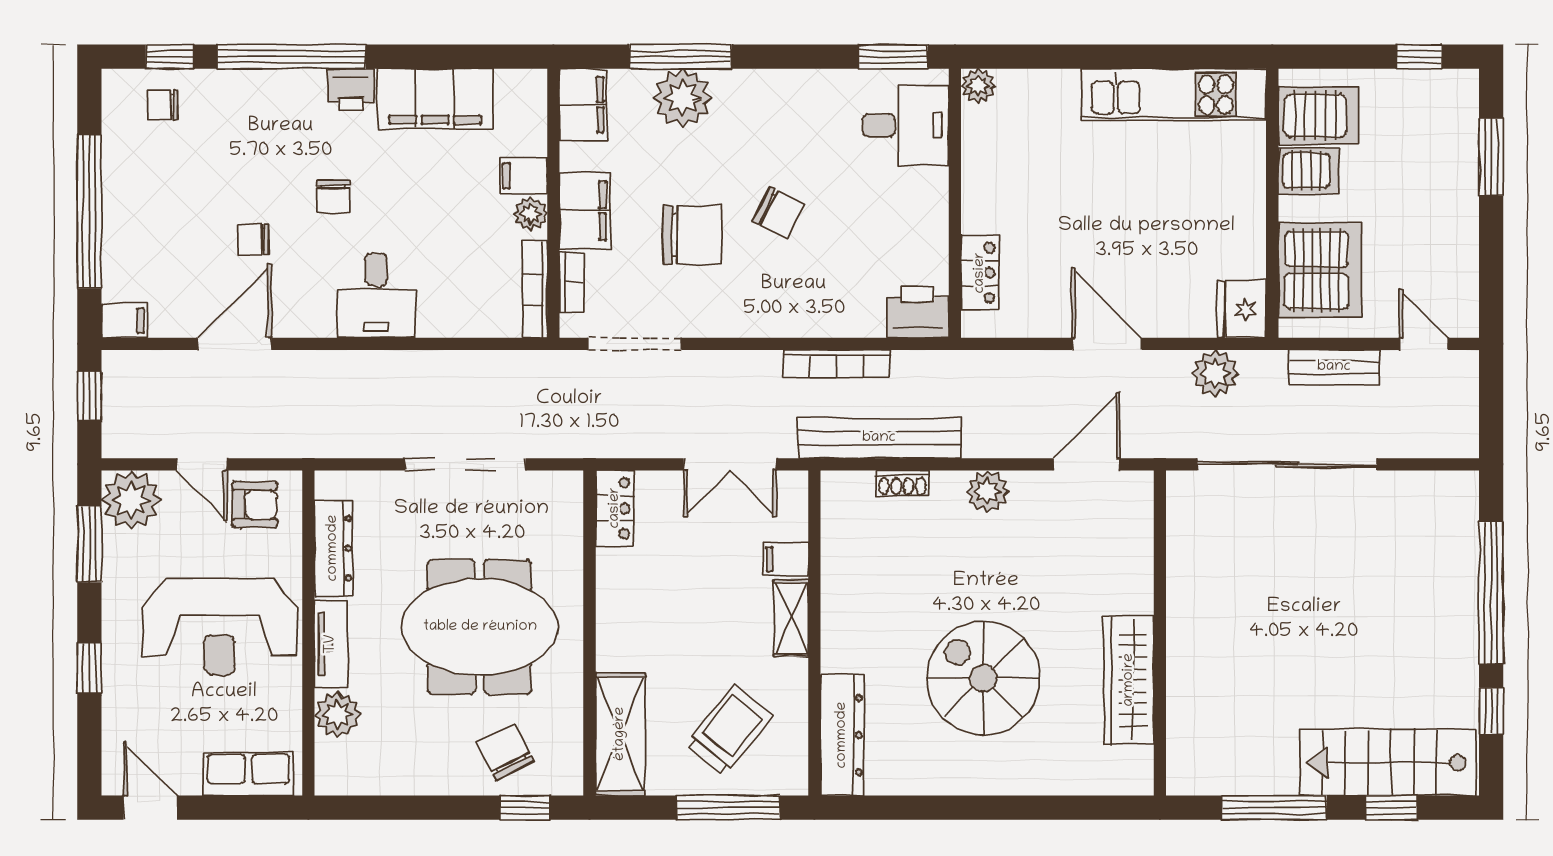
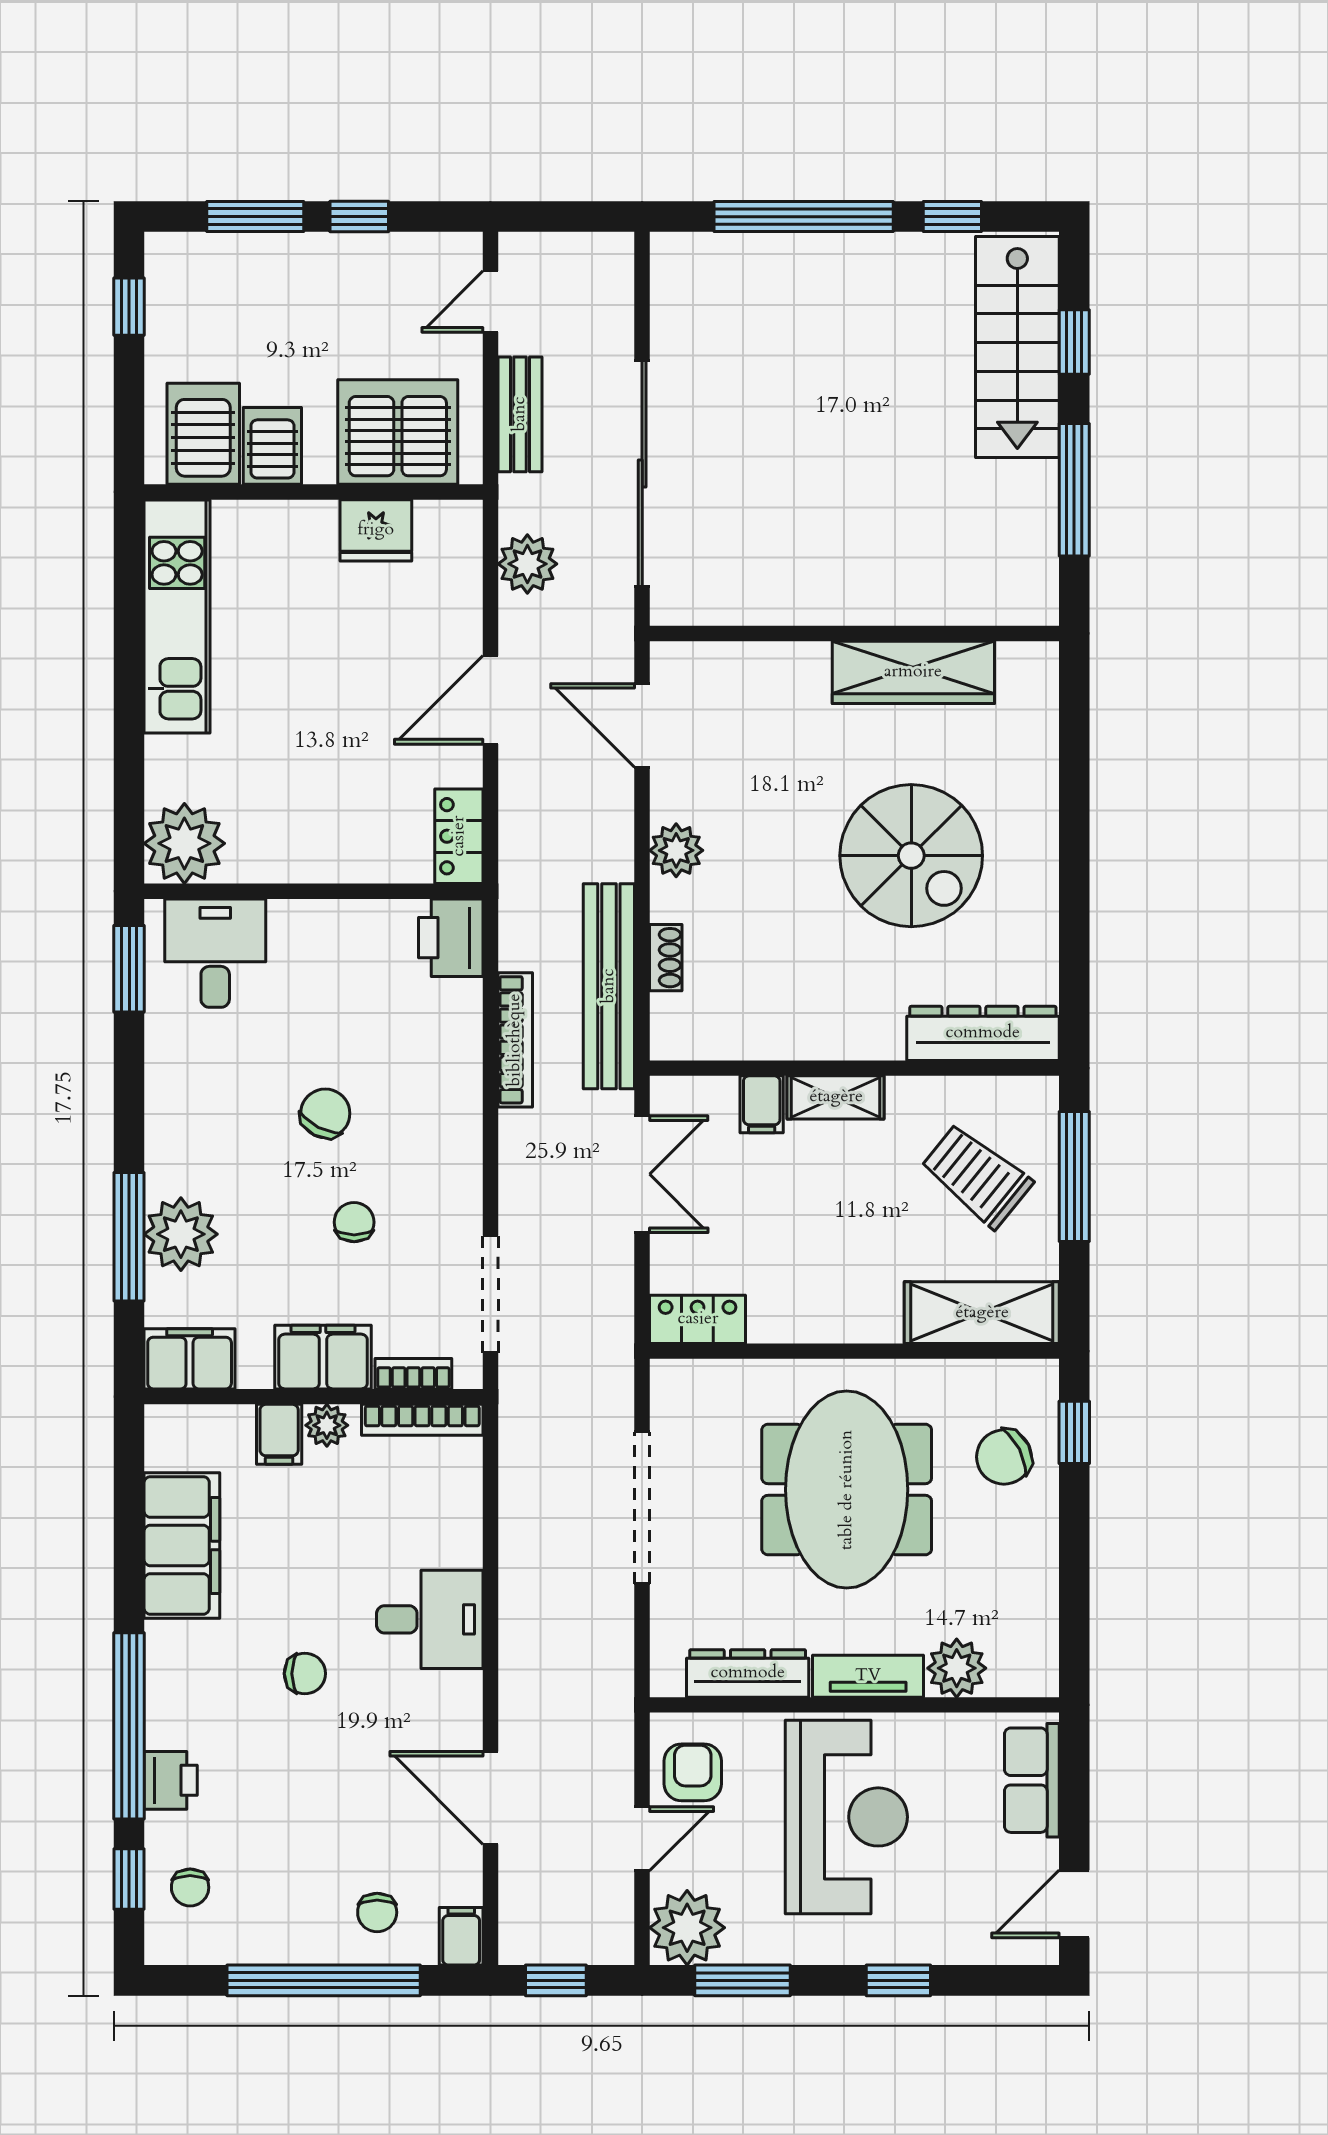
plant: (978, 86) -> (184, 843), width x1.87, depth x1.87
printer: (351, 90) -> (171, 1780), moved
chair: (692, 235) -> (354, 1222), width x0.54, depth x0.54
chair: (253, 239) -> (377, 1912), moved
window: (1491, 239) -> (359, 217), added
locker: (980, 273) -> (459, 836), moved, turned -90
fridge: (1242, 309) -> (376, 530), moved
spiral stairs: (983, 678) -> (911, 856), turned -90

